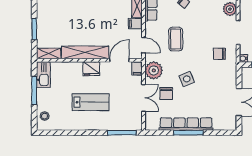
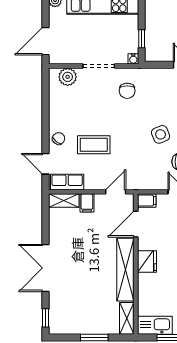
coffee table: (176, 39) -> (94, 145), moved
door: (119, 60) -> (136, 224), hinge flipped
plant: (154, 70) -> (149, 178), removed

